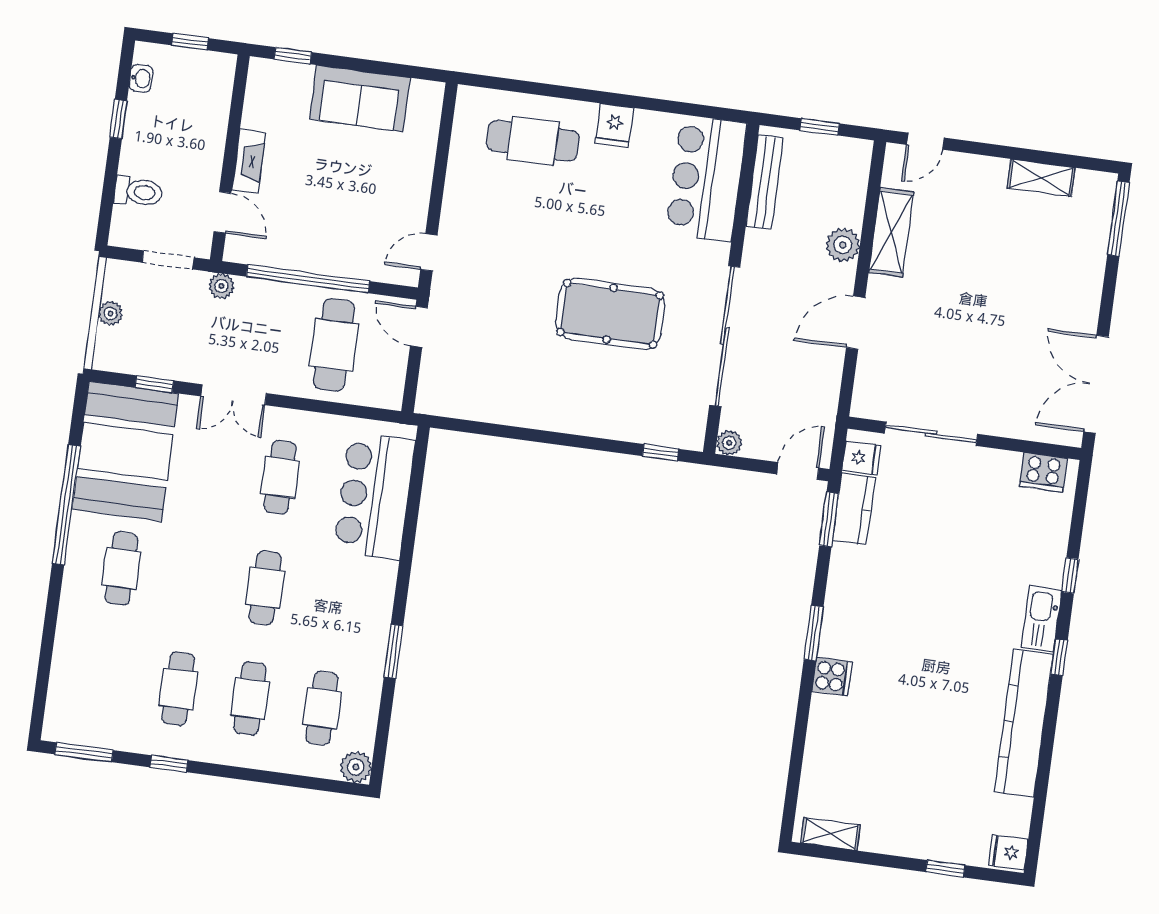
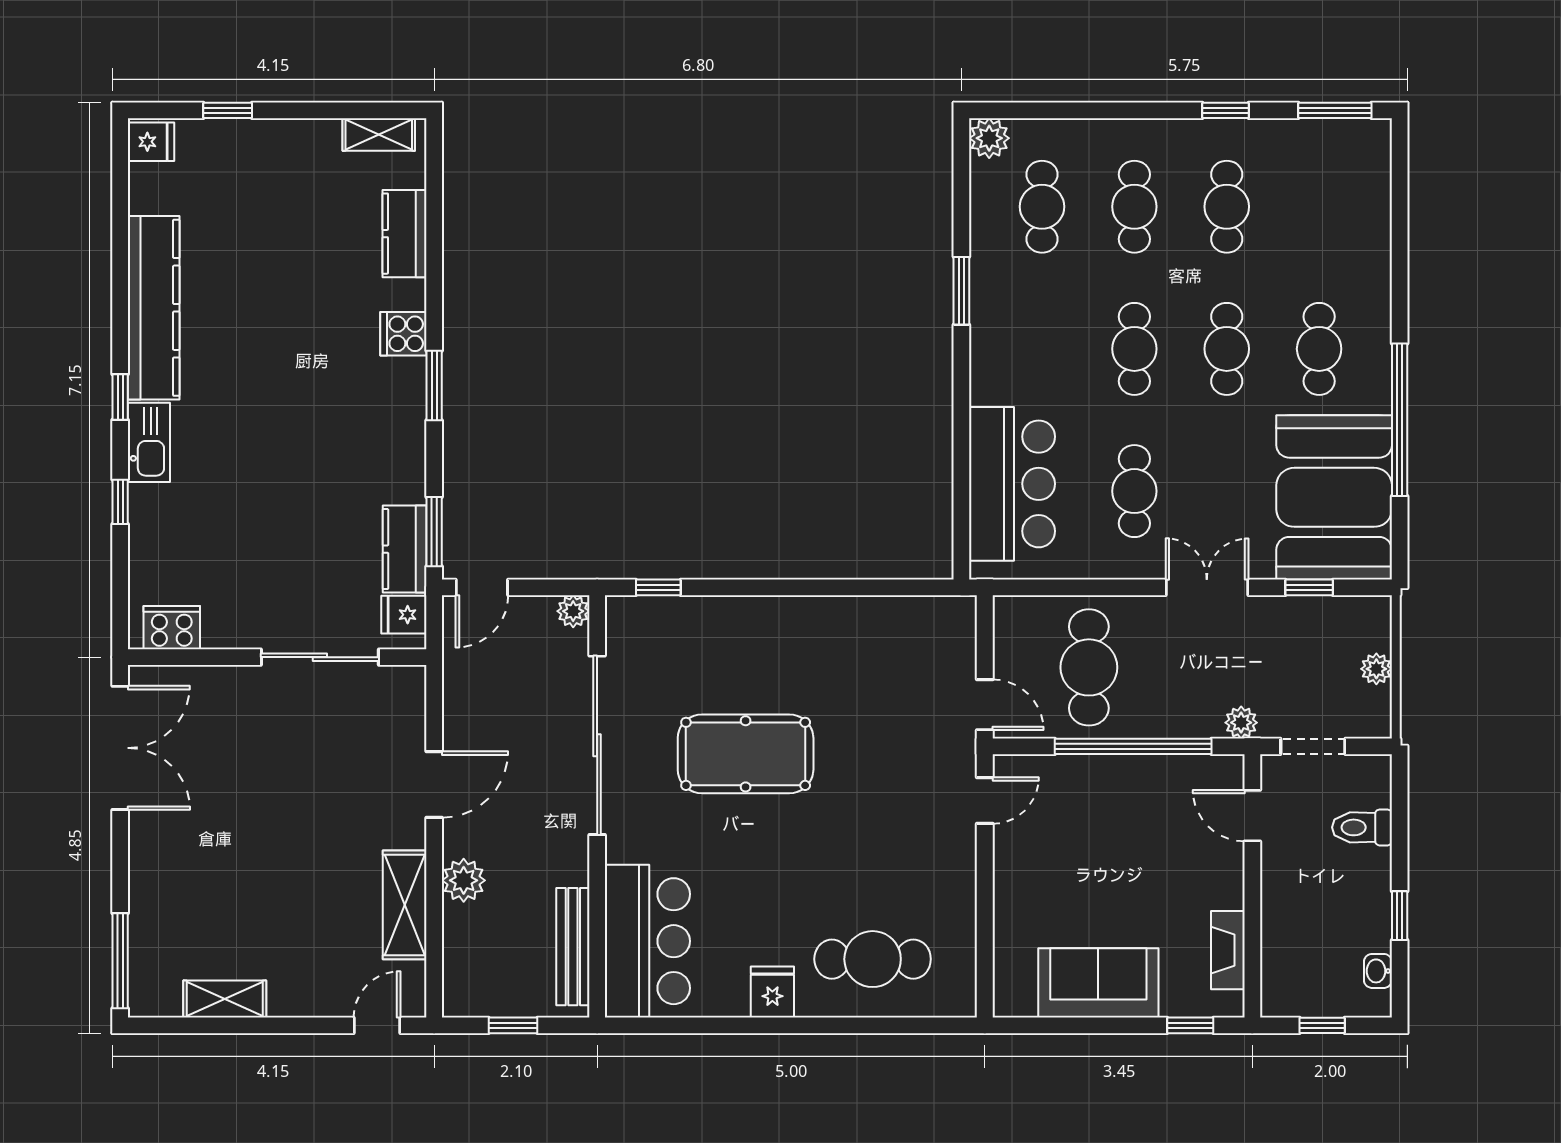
fireplace: (249, 161) -> (1228, 950), moved
cafe table: (193, 578) -> (1227, 349), added
kitchen counter: (821, 754) -> (405, 234), added

